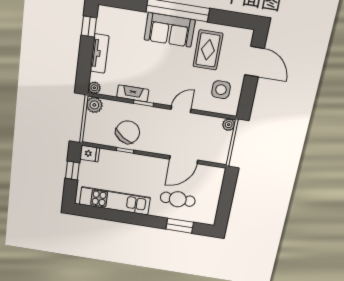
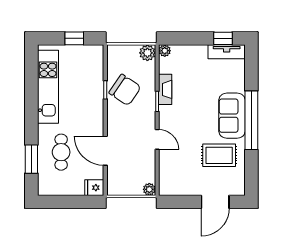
tv unit: (100, 54) -> (227, 52), moved
side table: (221, 90) -> (183, 175), removed
fridge: (90, 154) -> (94, 188), moved, turned 90

